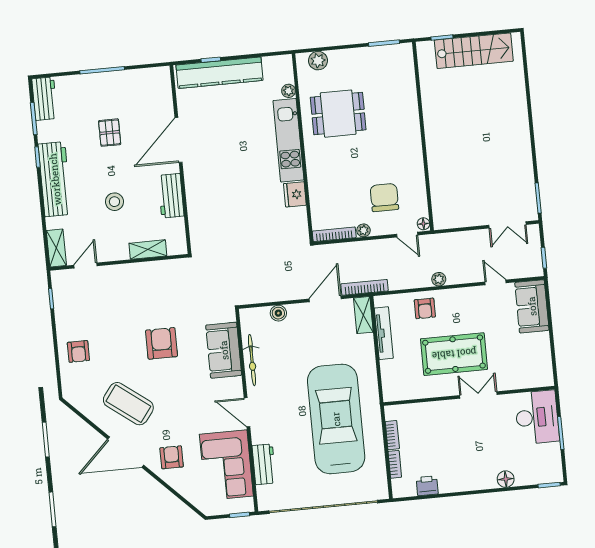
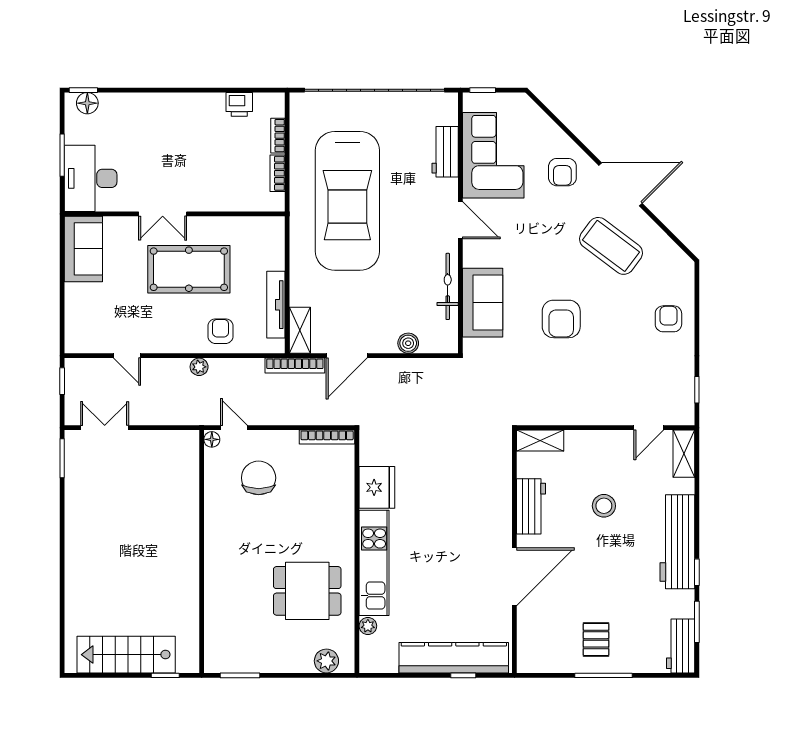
pallet: (110, 133) -> (596, 639), moved
fridge: (295, 194) -> (377, 487), width x1.36, depth x1.34
chair: (384, 197) -> (259, 478), turned 180
plant: (364, 230) -> (289, 438), removed
shelving: (148, 250) -> (540, 440), moved
sofa: (532, 306) -> (83, 249), moved
floor lamp: (506, 479) -> (87, 103), moved

